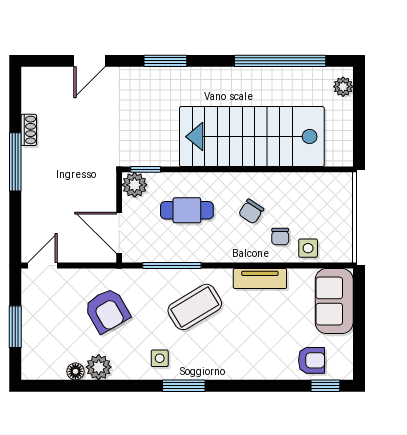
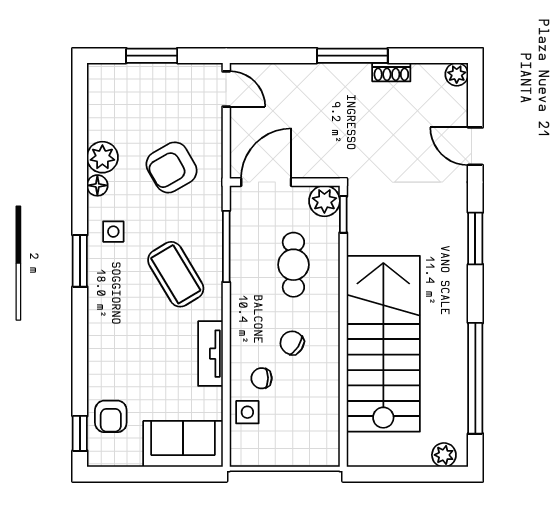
plant: (31, 76) -> (457, 74), added
floor lamp: (75, 371) -> (97, 185), moved

